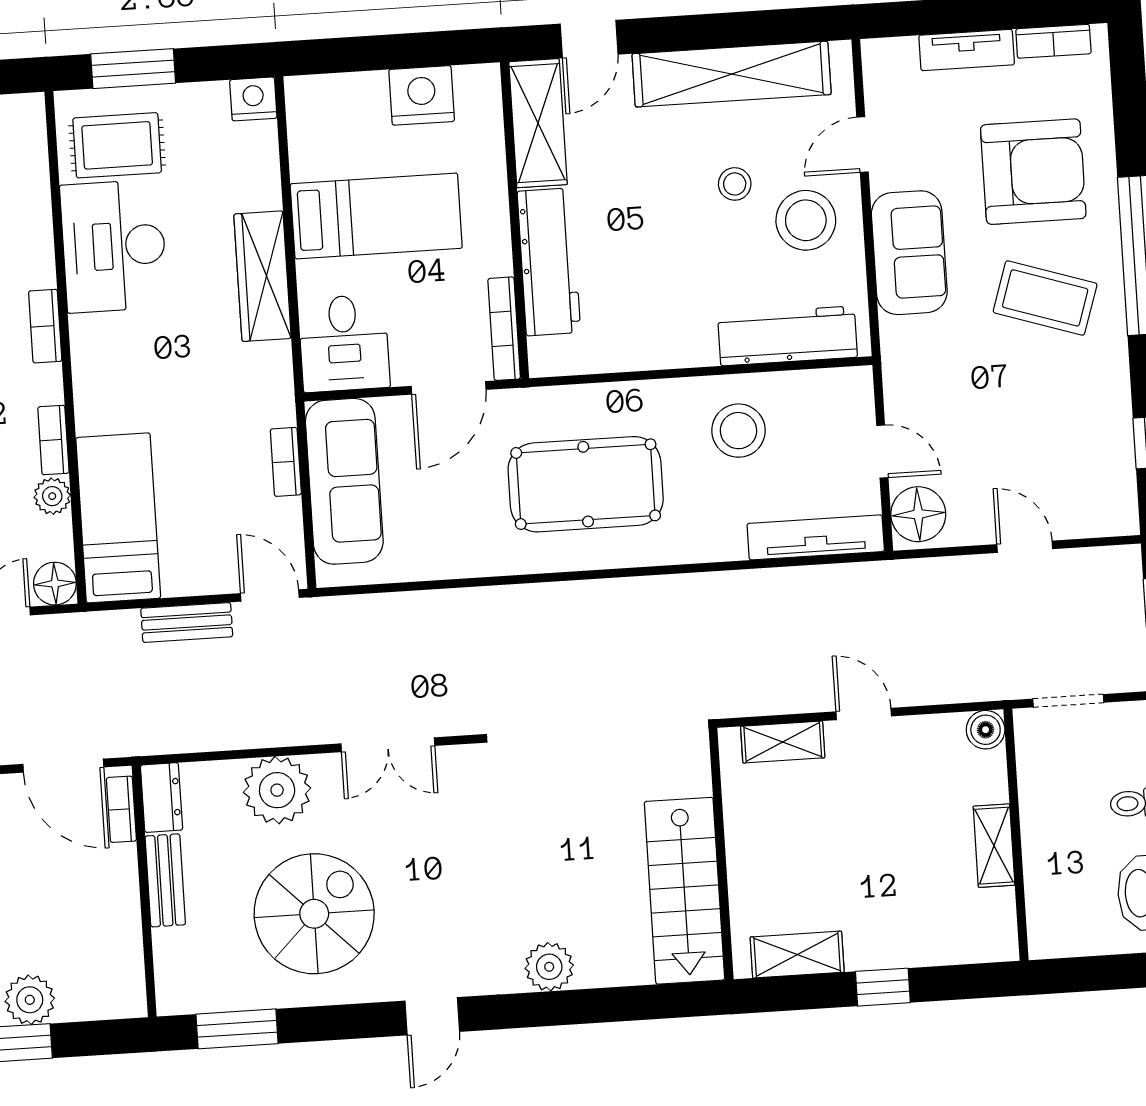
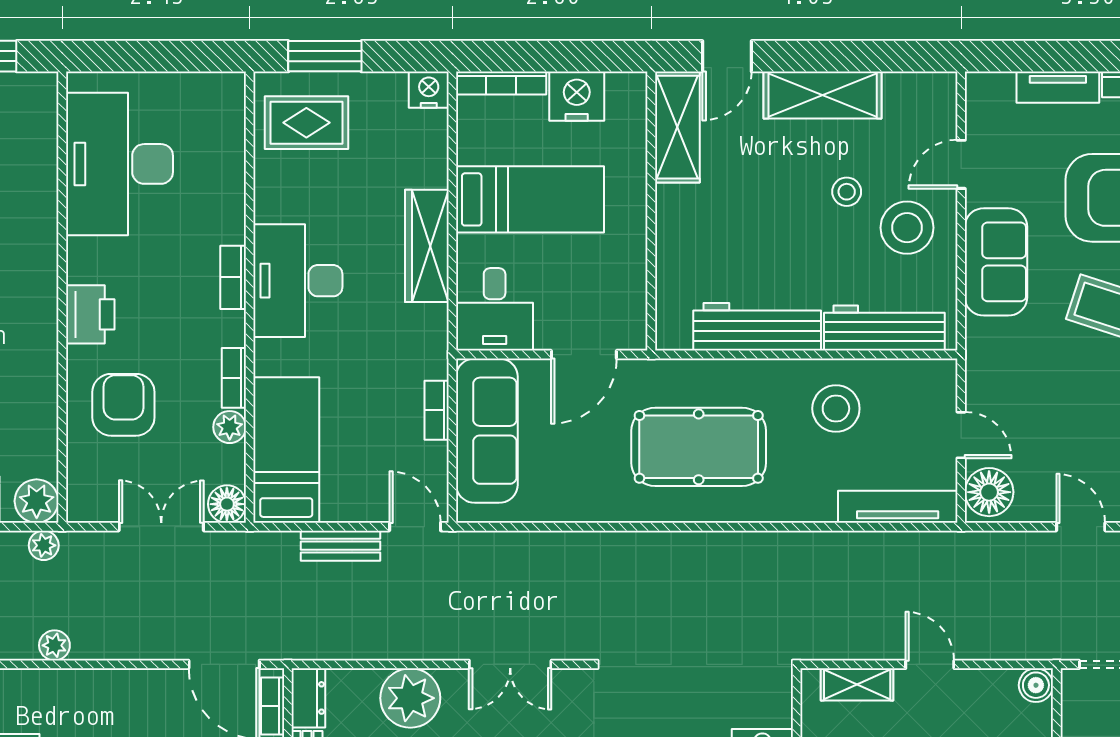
shelving: (732, 74) -> (823, 95), width x0.68
desk: (114, 246) -> (298, 281), moved
workbench: (549, 262) -> (757, 327), moved, turned -90
bookcase: (504, 329) -> (501, 83), moved, turned -90

